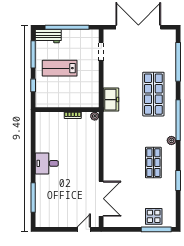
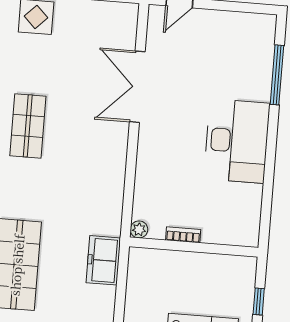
desk: (47, 163) -> (237, 141), width x1.87, depth x1.30
double door: (101, 199) -> (137, 87), moved

